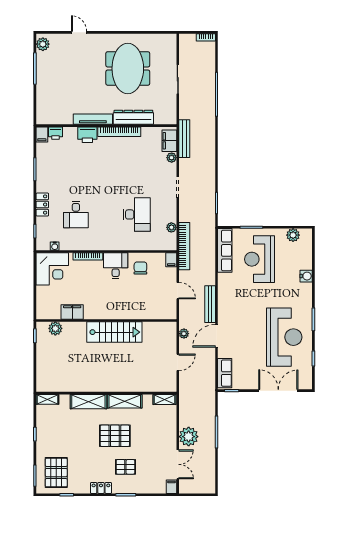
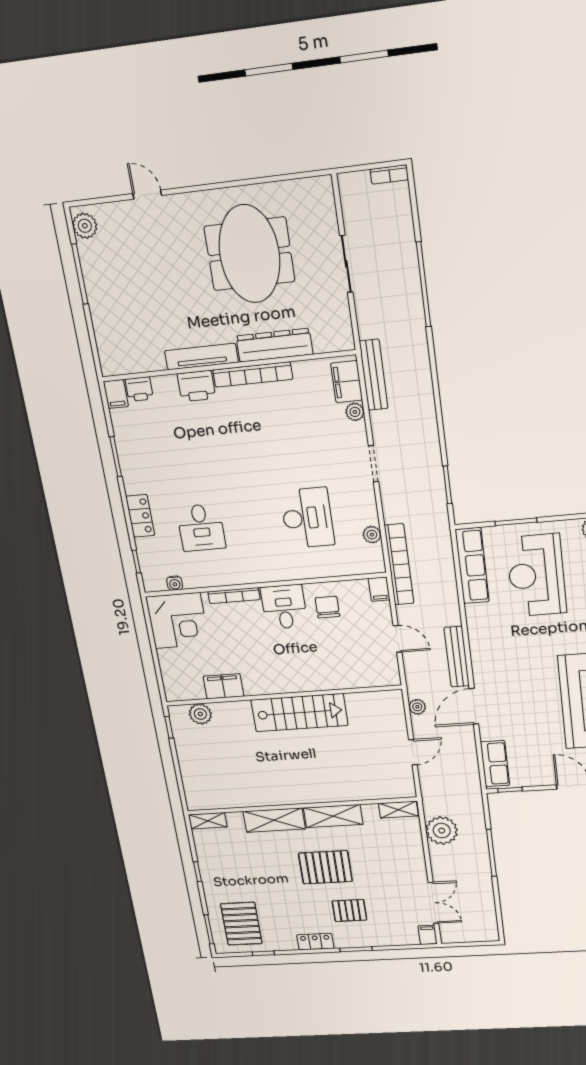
plant: (189, 437) -> (442, 831), moved

